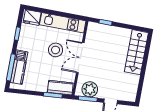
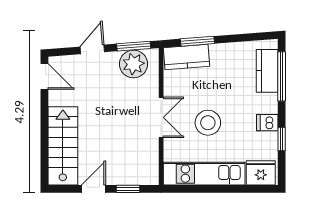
door: (124, 26) -> (93, 189), added
dishwasher: (21, 55) -> (267, 123), moved
double door: (80, 58) -> (161, 117), width x0.73
door: (139, 92) -> (44, 77), added

